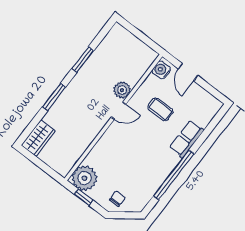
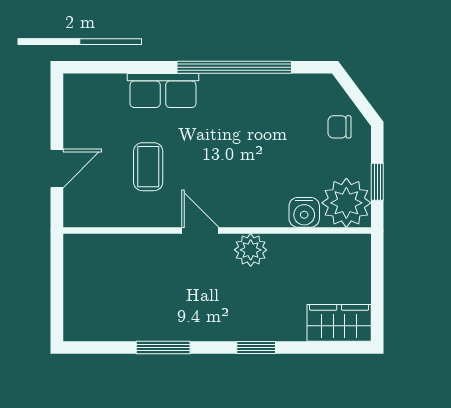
water cooler: (161, 70) -> (304, 212), moved
plant: (122, 90) -> (251, 250), moved
window: (54, 97) -> (256, 348), width x0.67

